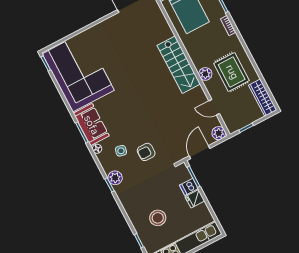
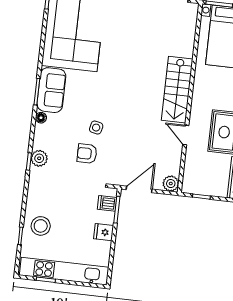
plant: (205, 74) -> (197, 116), removed
door: (214, 107) -> (186, 135), moved
side table: (121, 151) -> (96, 128), moved
dishwasher: (189, 187) -> (107, 203), moved
stool: (158, 218) -> (41, 226), moved

